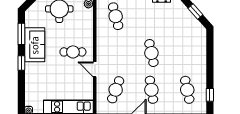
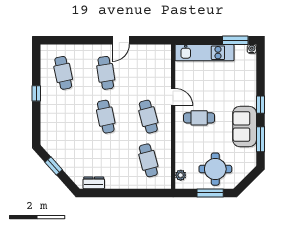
cafe table: (116, 90) -> (148, 117), moved, turned -36
window: (210, 95) -> (36, 93), moved

